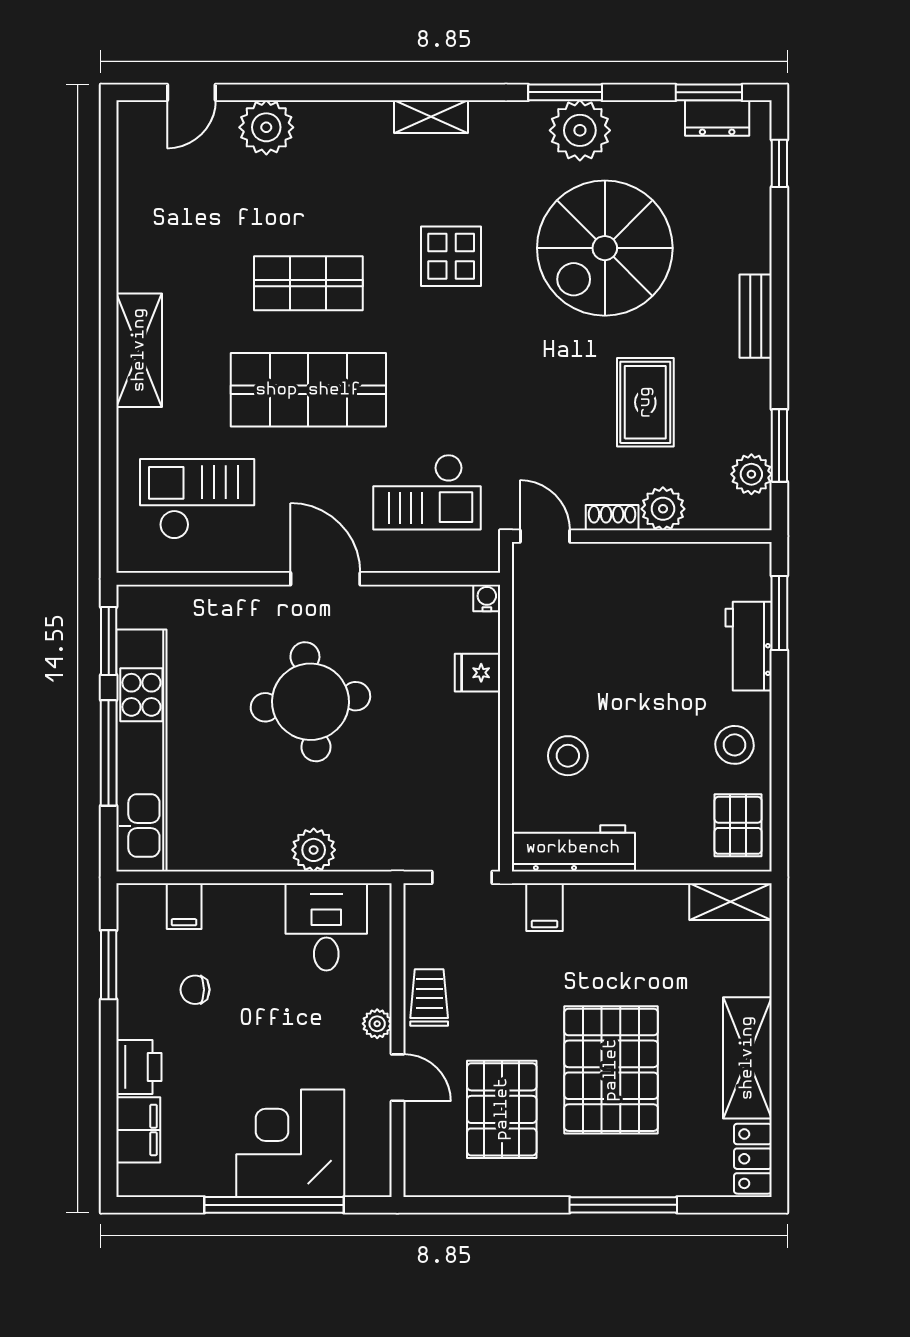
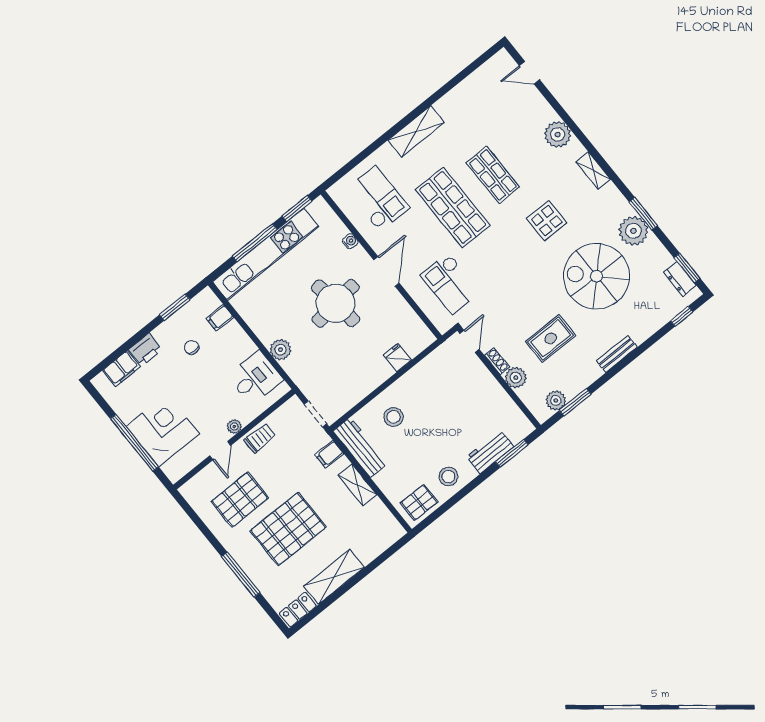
plant: (266, 127) -> (558, 135), moved
water cooler: (487, 598) -> (350, 241), moved
shelving: (730, 902) -> (357, 485), moved

